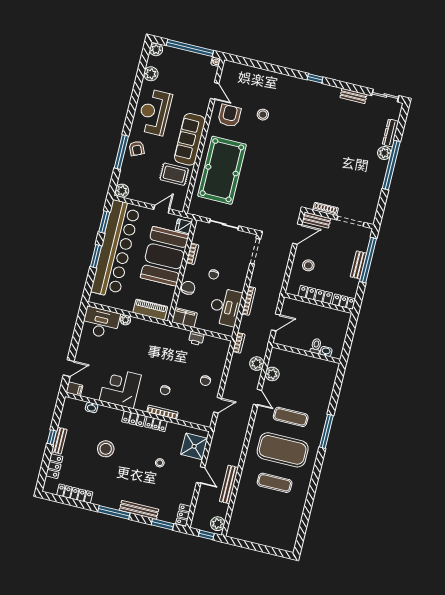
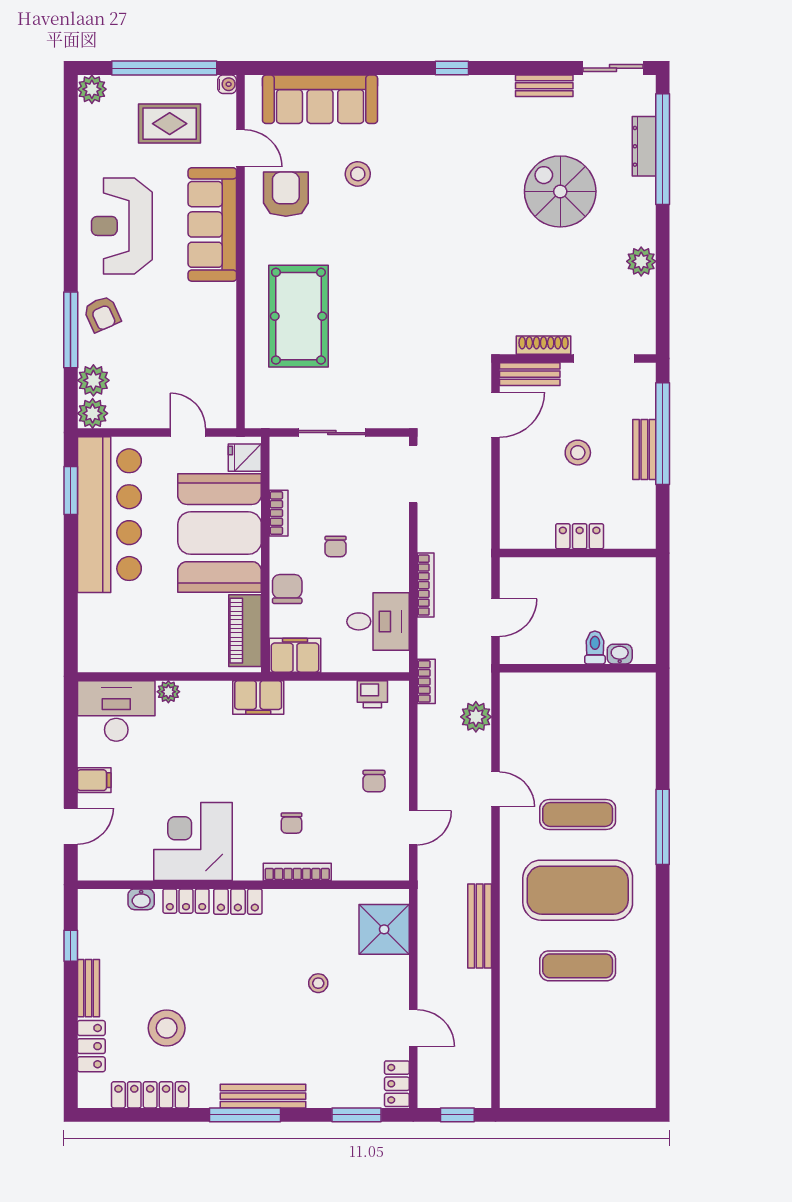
plant: (151, 74) -> (93, 380), moved
sofa: (254, 78) -> (320, 99), added
sofa: (190, 139) -> (212, 224), moved
spiral stairs: (349, 144) -> (560, 191), added
plant: (384, 153) -> (641, 261), moved
window: (391, 165) -> (663, 149), moved
pool table: (222, 170) -> (298, 316), width x0.73, depth x0.76
rug: (174, 174) -> (170, 124), moved
door: (162, 209) -> (188, 433), hinge flipped
bar counter: (116, 249) -> (109, 515), width x0.73
window: (96, 256) -> (71, 569), removed
stool: (308, 265) -> (578, 453), moved
locker: (315, 295) -> (580, 536), width x0.66
locker: (344, 302) -> (631, 537), removed
desk: (225, 307) -> (378, 621), width x0.73
piano: (150, 310) -> (245, 631), moved, turned -90
filing cabinet: (164, 332) -> (258, 697), added
printer: (196, 338) -> (372, 694), moved
plant: (272, 374) -> (515, 731), removed
filing cabinet: (74, 389) -> (94, 780), moved
locker: (156, 424) -> (186, 901), moved
window: (52, 437) -> (71, 946), moved
stool: (106, 449) -> (167, 1028), moved
door: (201, 475) -> (413, 1028), moved
bench: (229, 484) -> (480, 926), moved
bench: (139, 510) -> (263, 1096), moved
plant: (218, 524) -> (476, 1085), removed

